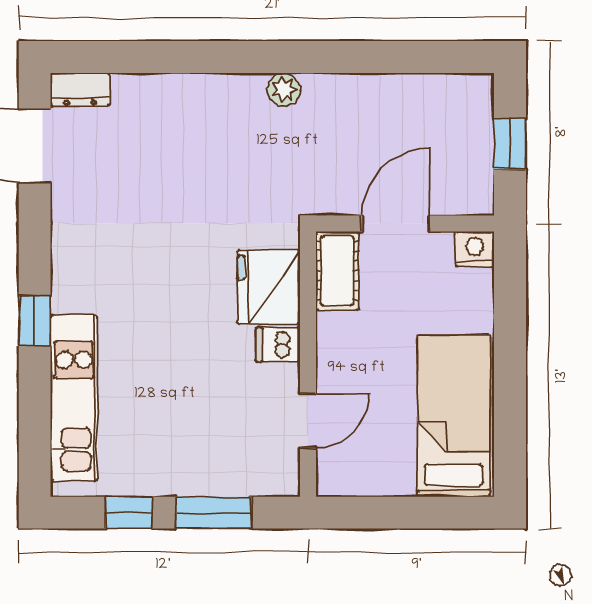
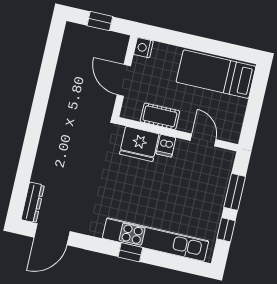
plant: (284, 89) -> (52, 117), removed
dresser: (80, 90) -> (33, 202), width x1.44
cot: (337, 271) -> (160, 116), moved
kitchen unit: (74, 398) -> (155, 240), width x1.36

